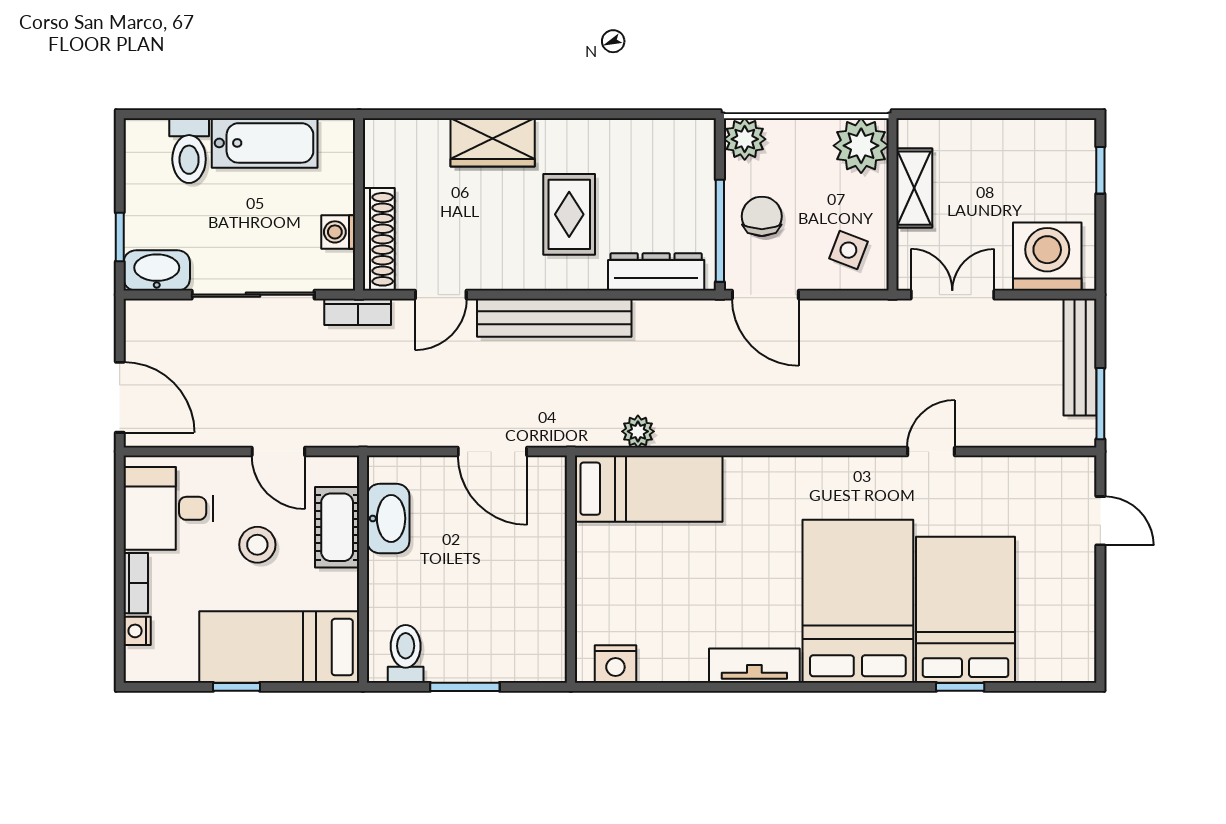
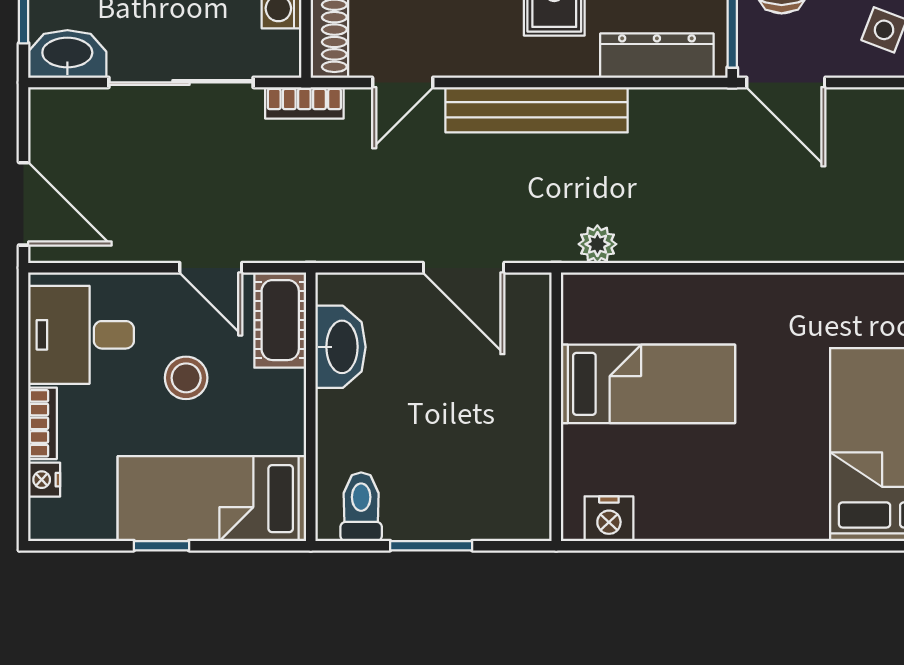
plant: (638, 431) -> (597, 244), moved
bed: (649, 489) -> (648, 384), moved
cot: (337, 527) -> (280, 320), moved
tv unit: (754, 666) -> (773, 521), removed

